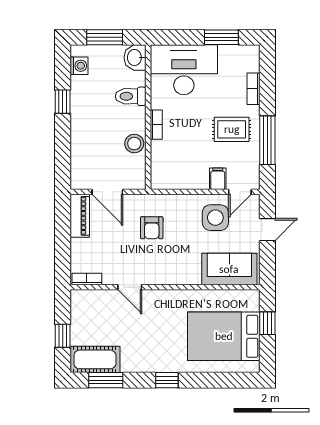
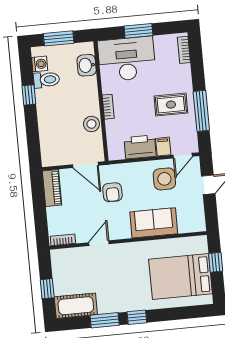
window: (221, 37) -> (138, 31), moved
washbasin: (135, 58) -> (87, 65), moved
bookcase: (253, 89) -> (184, 50), moved
toilet: (131, 96) -> (46, 80), moved, turned 180
printer: (190, 177) -> (140, 147), added
door: (107, 192) -> (85, 165), moved
sofa: (229, 269) -> (154, 223), moved
door: (130, 287) -> (99, 243), swing flipped
window: (106, 380) -> (105, 320), moved

